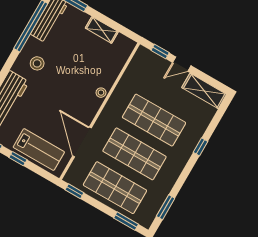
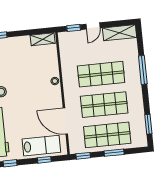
shelving: (102, 30) -> (43, 39), moved
window: (200, 147) -> (143, 70), width x2.17
window: (18, 159) -> (44, 160), moved
window: (126, 221) -> (114, 153), moved

